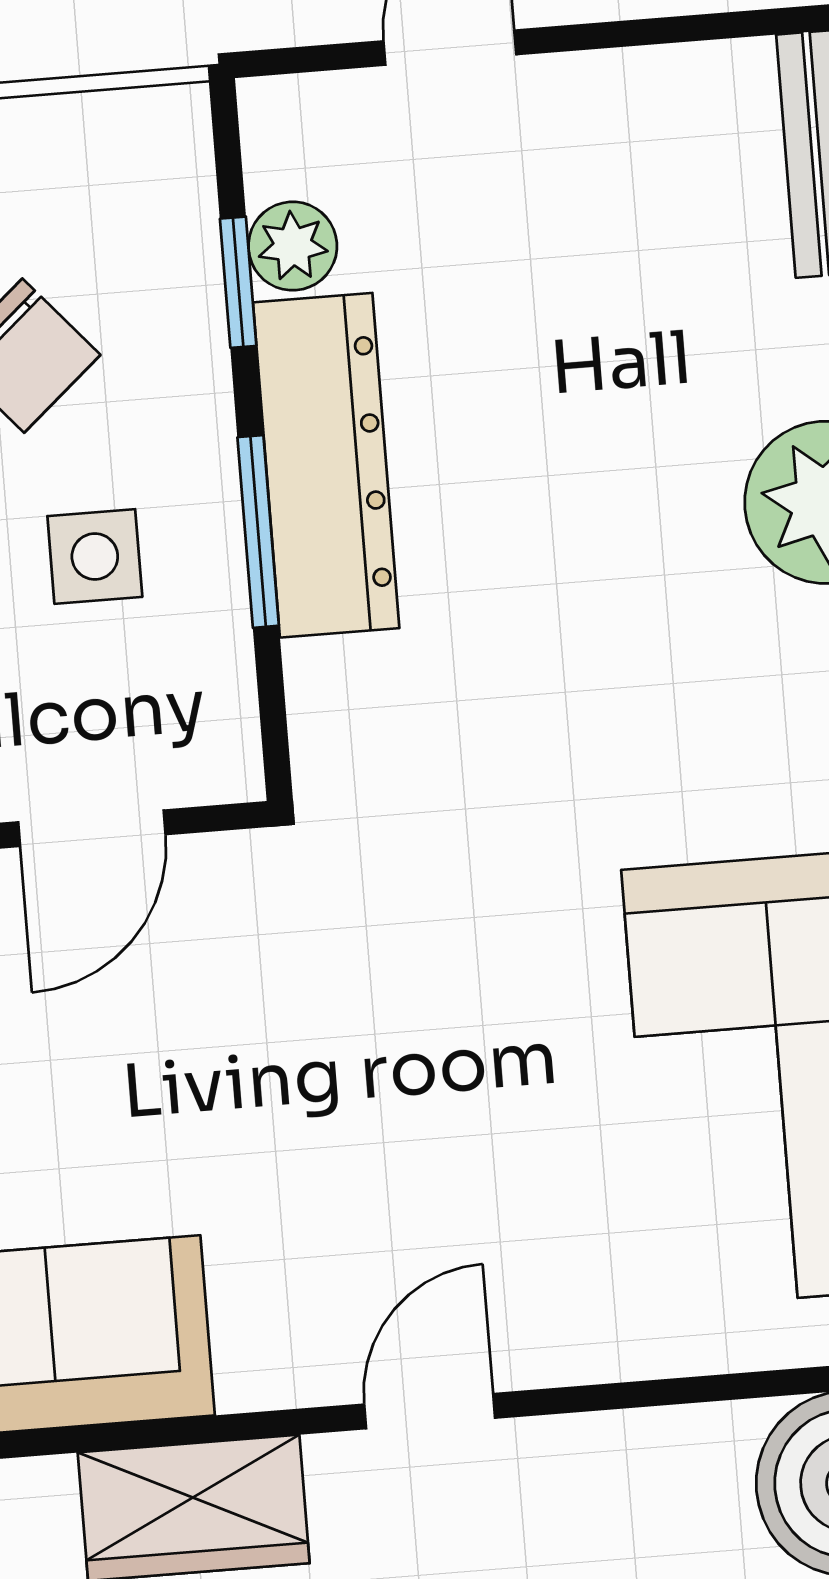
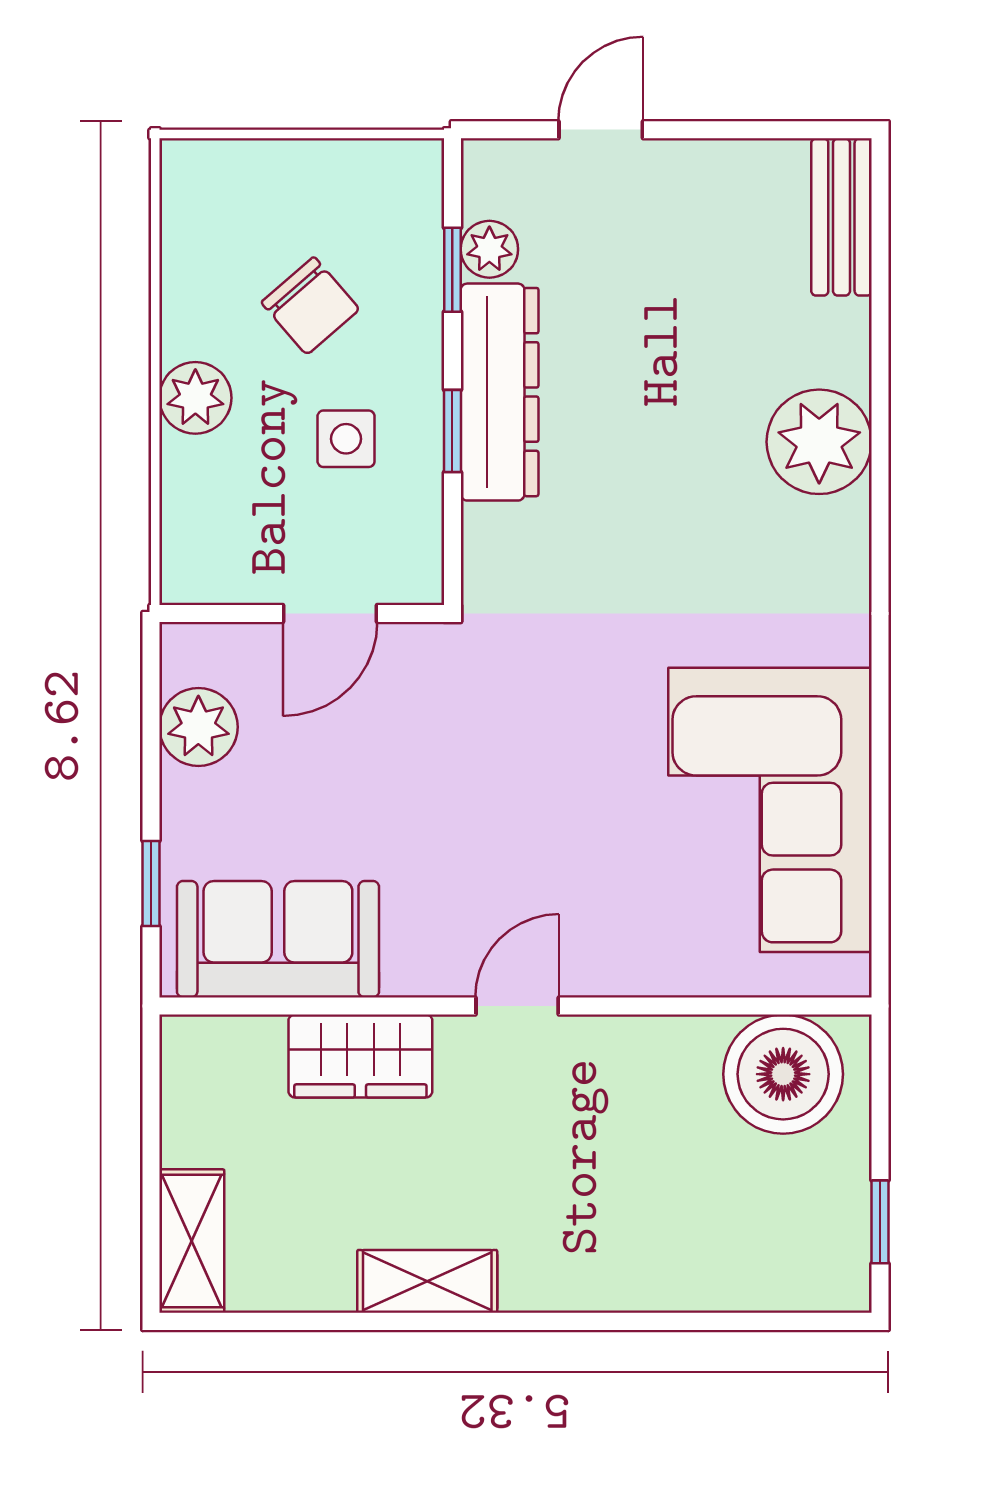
window: (258, 531) -> (452, 431), width x0.67

